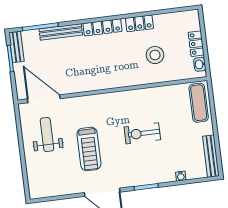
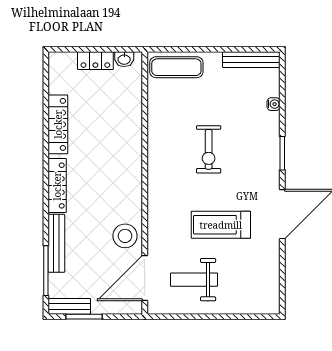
locker: (139, 23) -> (58, 124), width x1.53
stool: (155, 55) -> (125, 236), moved
treadmill: (89, 149) -> (221, 225), turned 180

